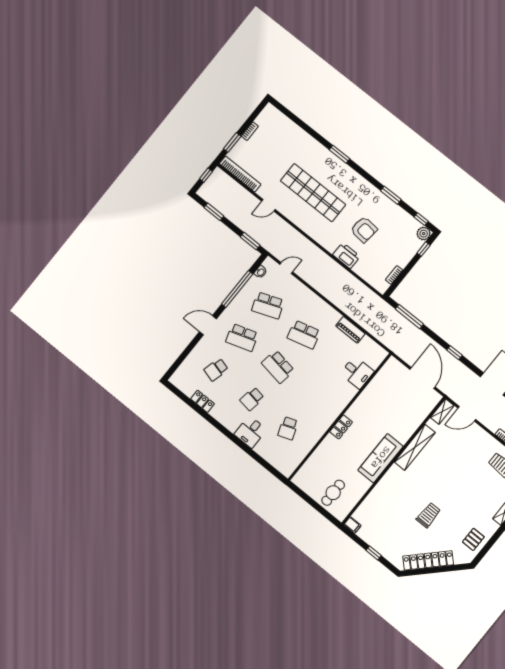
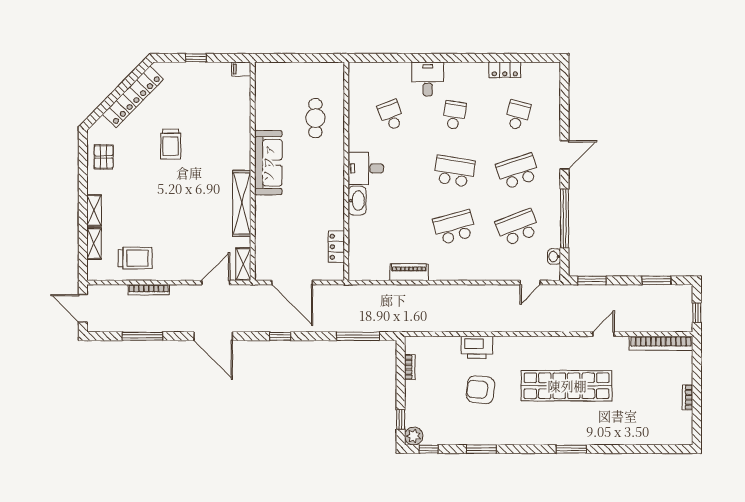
window: (232, 143) -> (697, 370), removed
desk: (357, 372) -> (366, 168), moved
washbasin: (347, 395) -> (357, 201), added
locker: (341, 427) -> (336, 247), moved
cafe table: (333, 493) -> (315, 118), moved

